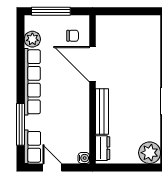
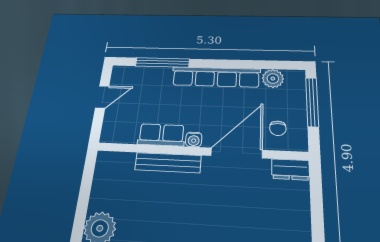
row of seats: (32, 147) -> (161, 135), moved, turned 180
dresser: (103, 148) -> (290, 169), moved
water cooler: (84, 158) -> (194, 139), moved

